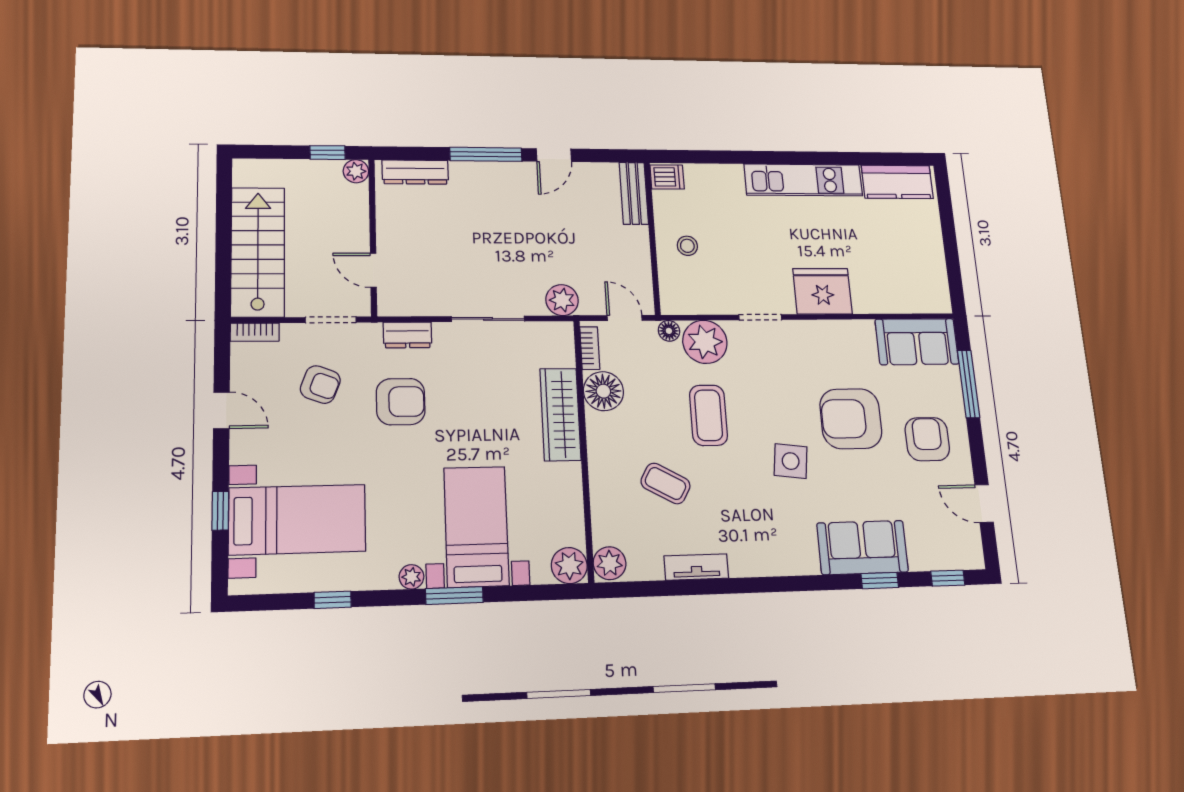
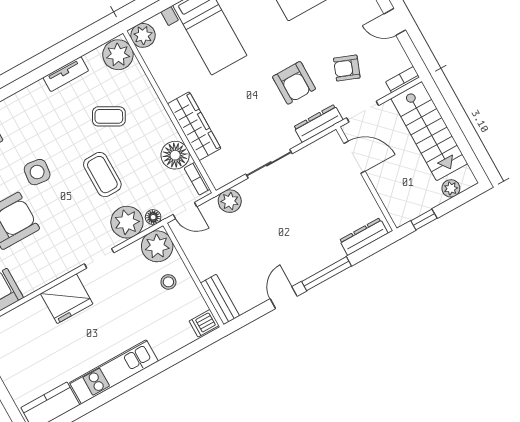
plant: (356, 171) -> (451, 188), moved
door: (373, 270) -> (354, 157), width x1.37
plant: (681, 294) -> (157, 246), added
dresser: (407, 335) -> (318, 123), width x1.44
armchair: (401, 402) -> (294, 83), turned -90
plant: (610, 563) -> (118, 55), width x1.36, depth x1.36

